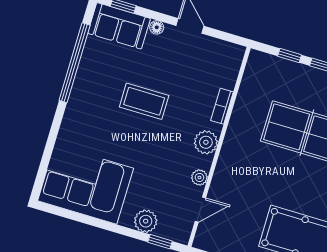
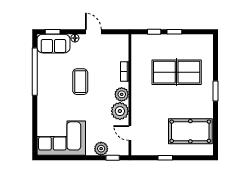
coffee table: (144, 101) -> (80, 82), turned 90
plant: (199, 177) -> (120, 111), width x1.87, depth x1.87
door: (200, 210) -> (130, 133), swing flipped

